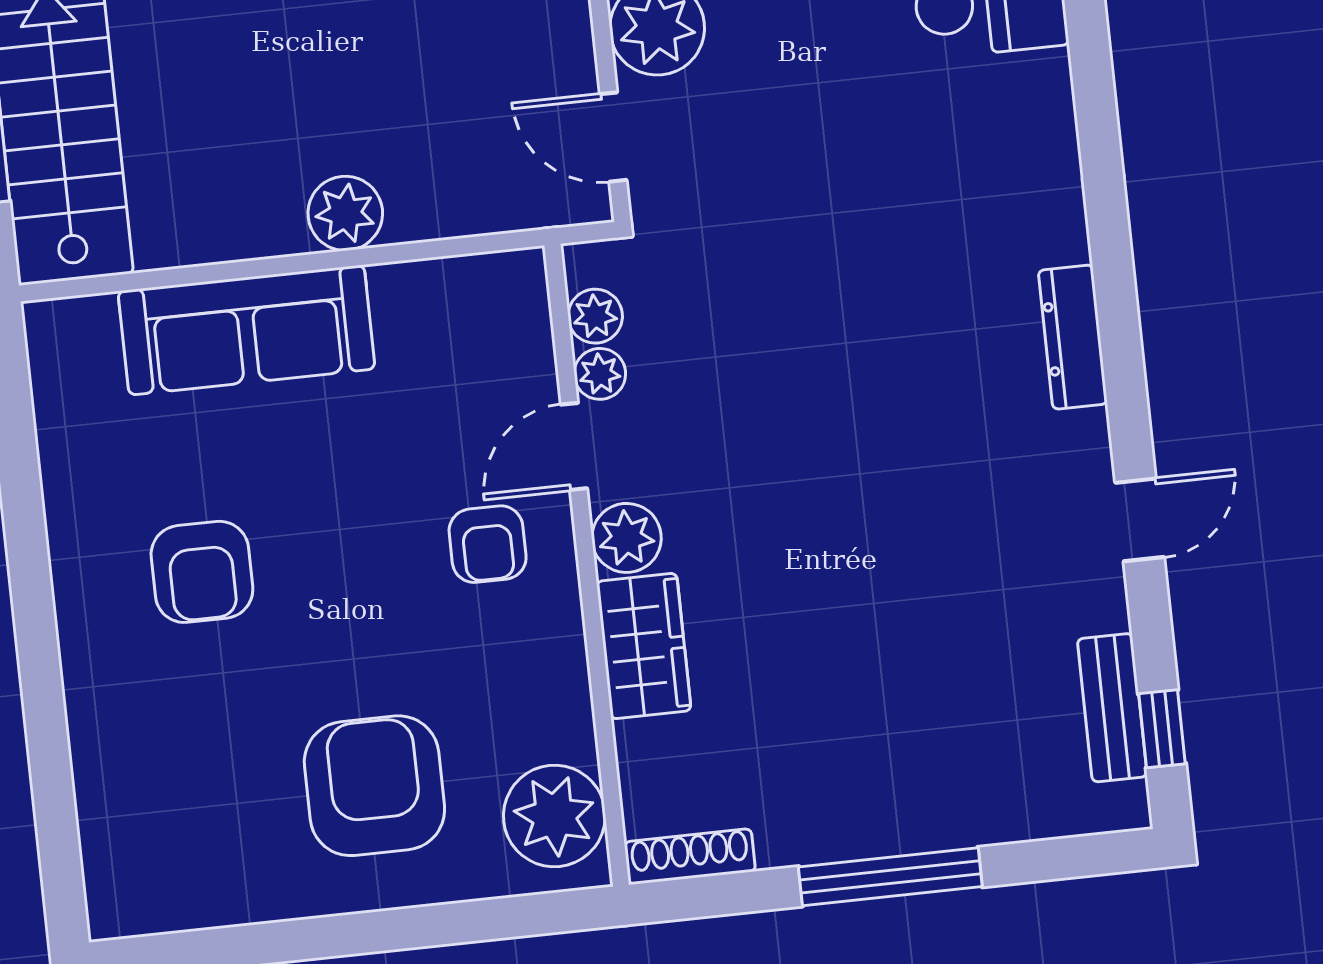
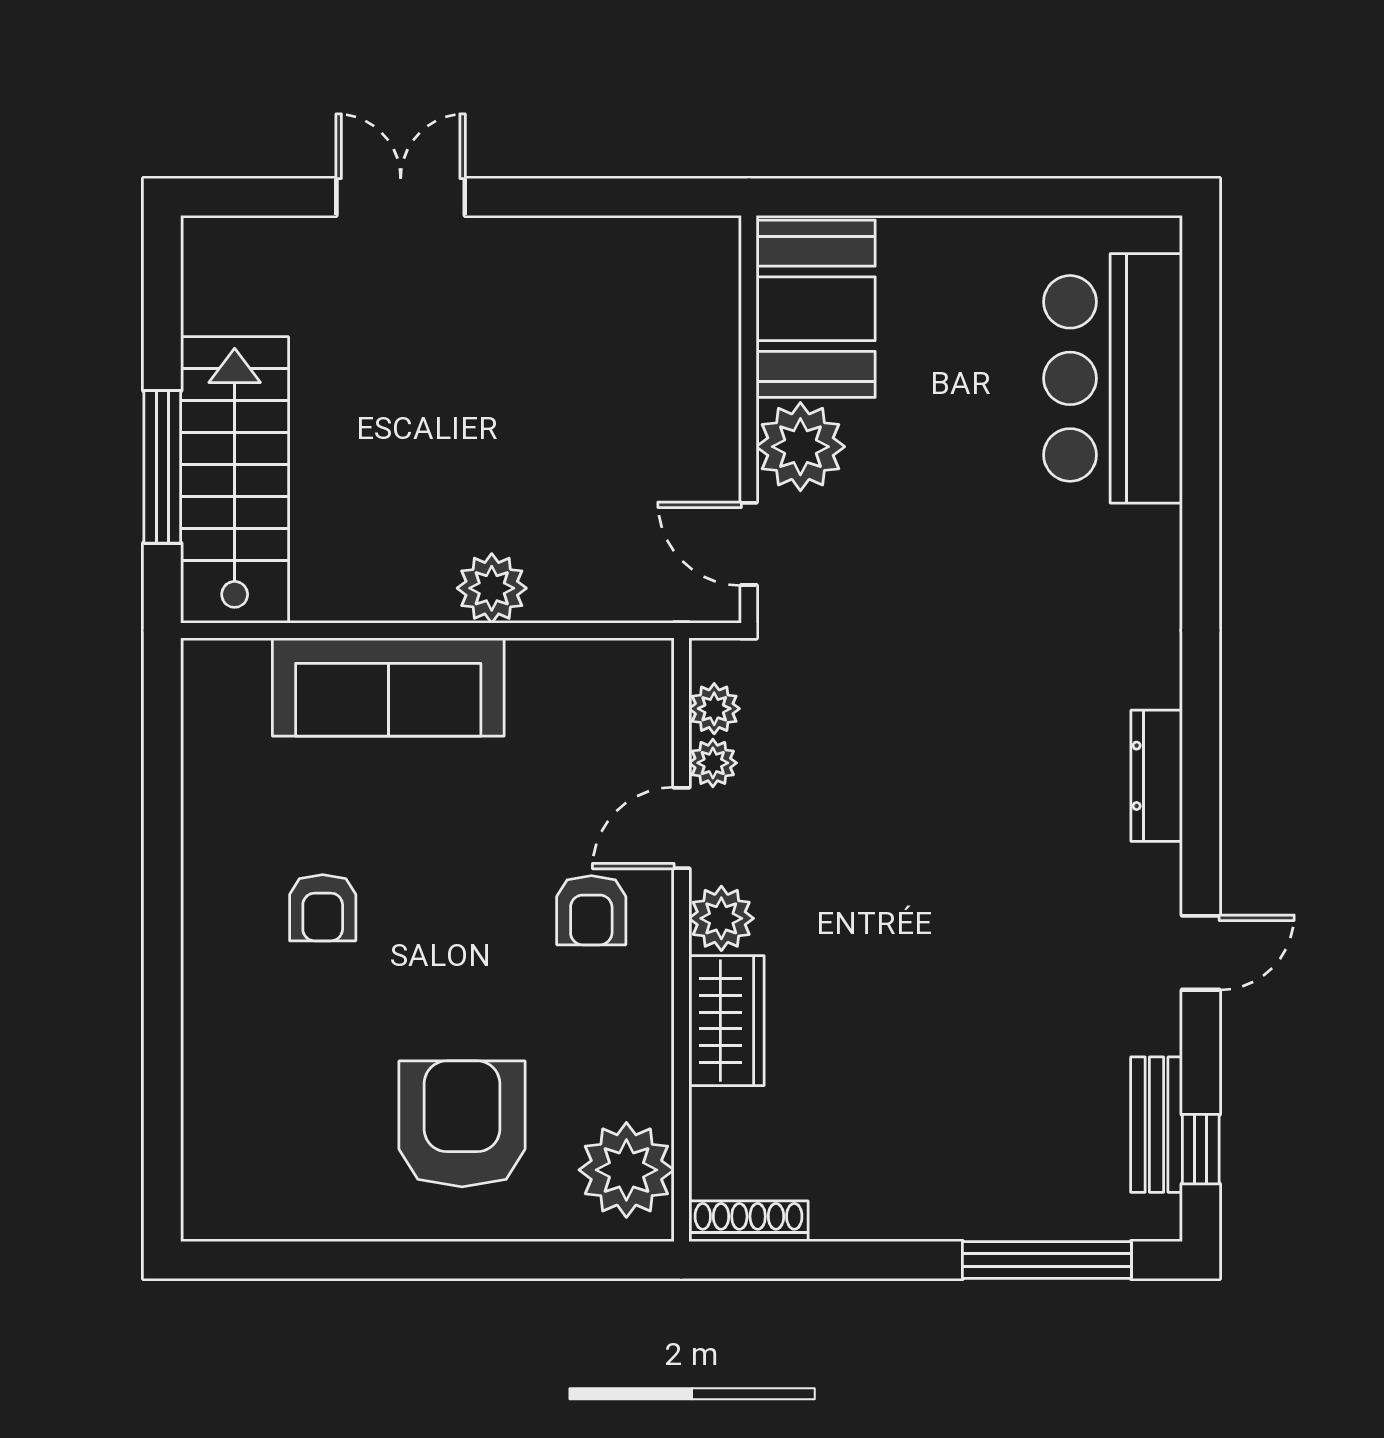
armchair: (202, 572) -> (323, 908), width x0.72, depth x0.72
window: (890, 877) -> (1047, 1260), moved

